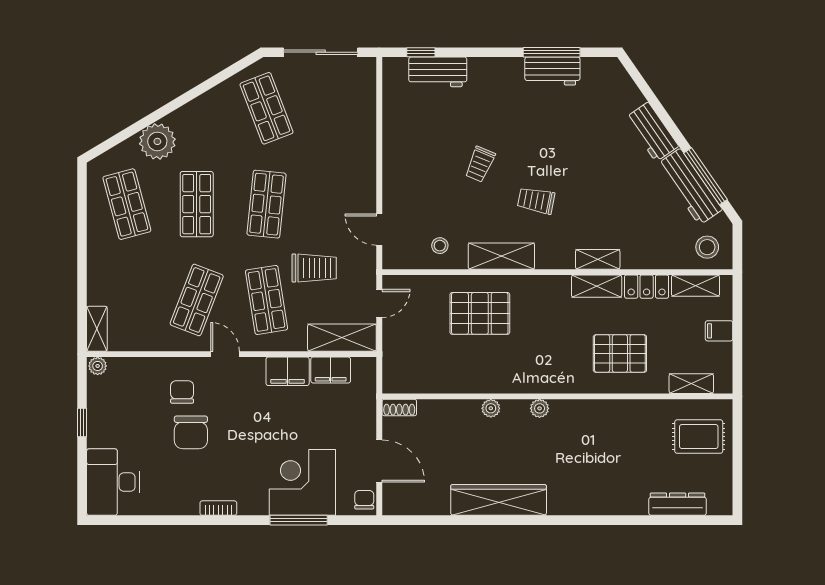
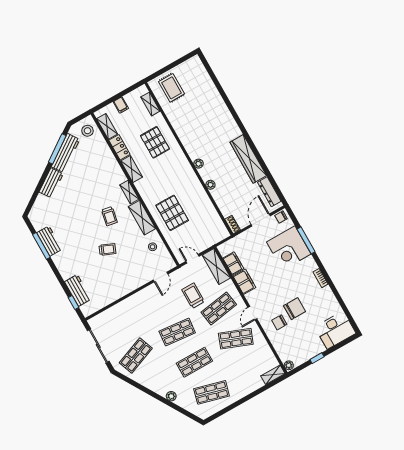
plant: (157, 141) -> (171, 396), width x0.53, depth x0.53
shop shelf: (127, 204) -> (212, 392), turned 30
shelving: (598, 259) -> (129, 192), moved
dresser: (678, 504) -> (269, 192), moved

